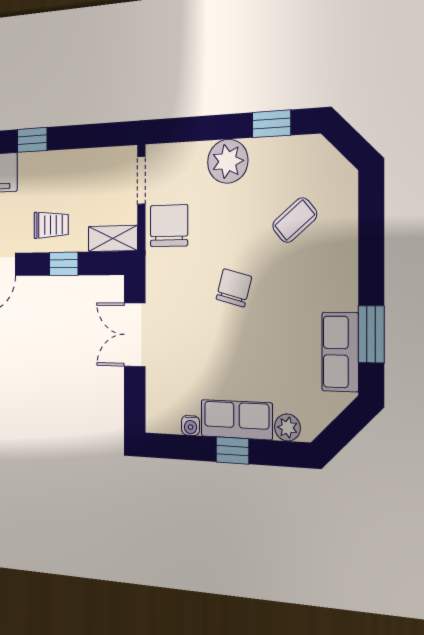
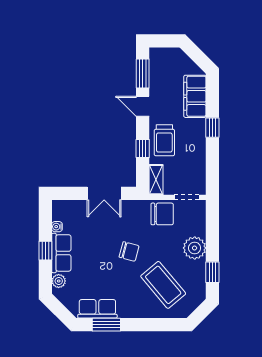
coffee table: (295, 220) -> (163, 285), width x1.86, depth x1.72
trolley: (51, 225) -> (164, 140), width x1.36, depth x1.39
double door: (135, 335) -> (104, 193), swing flipped

